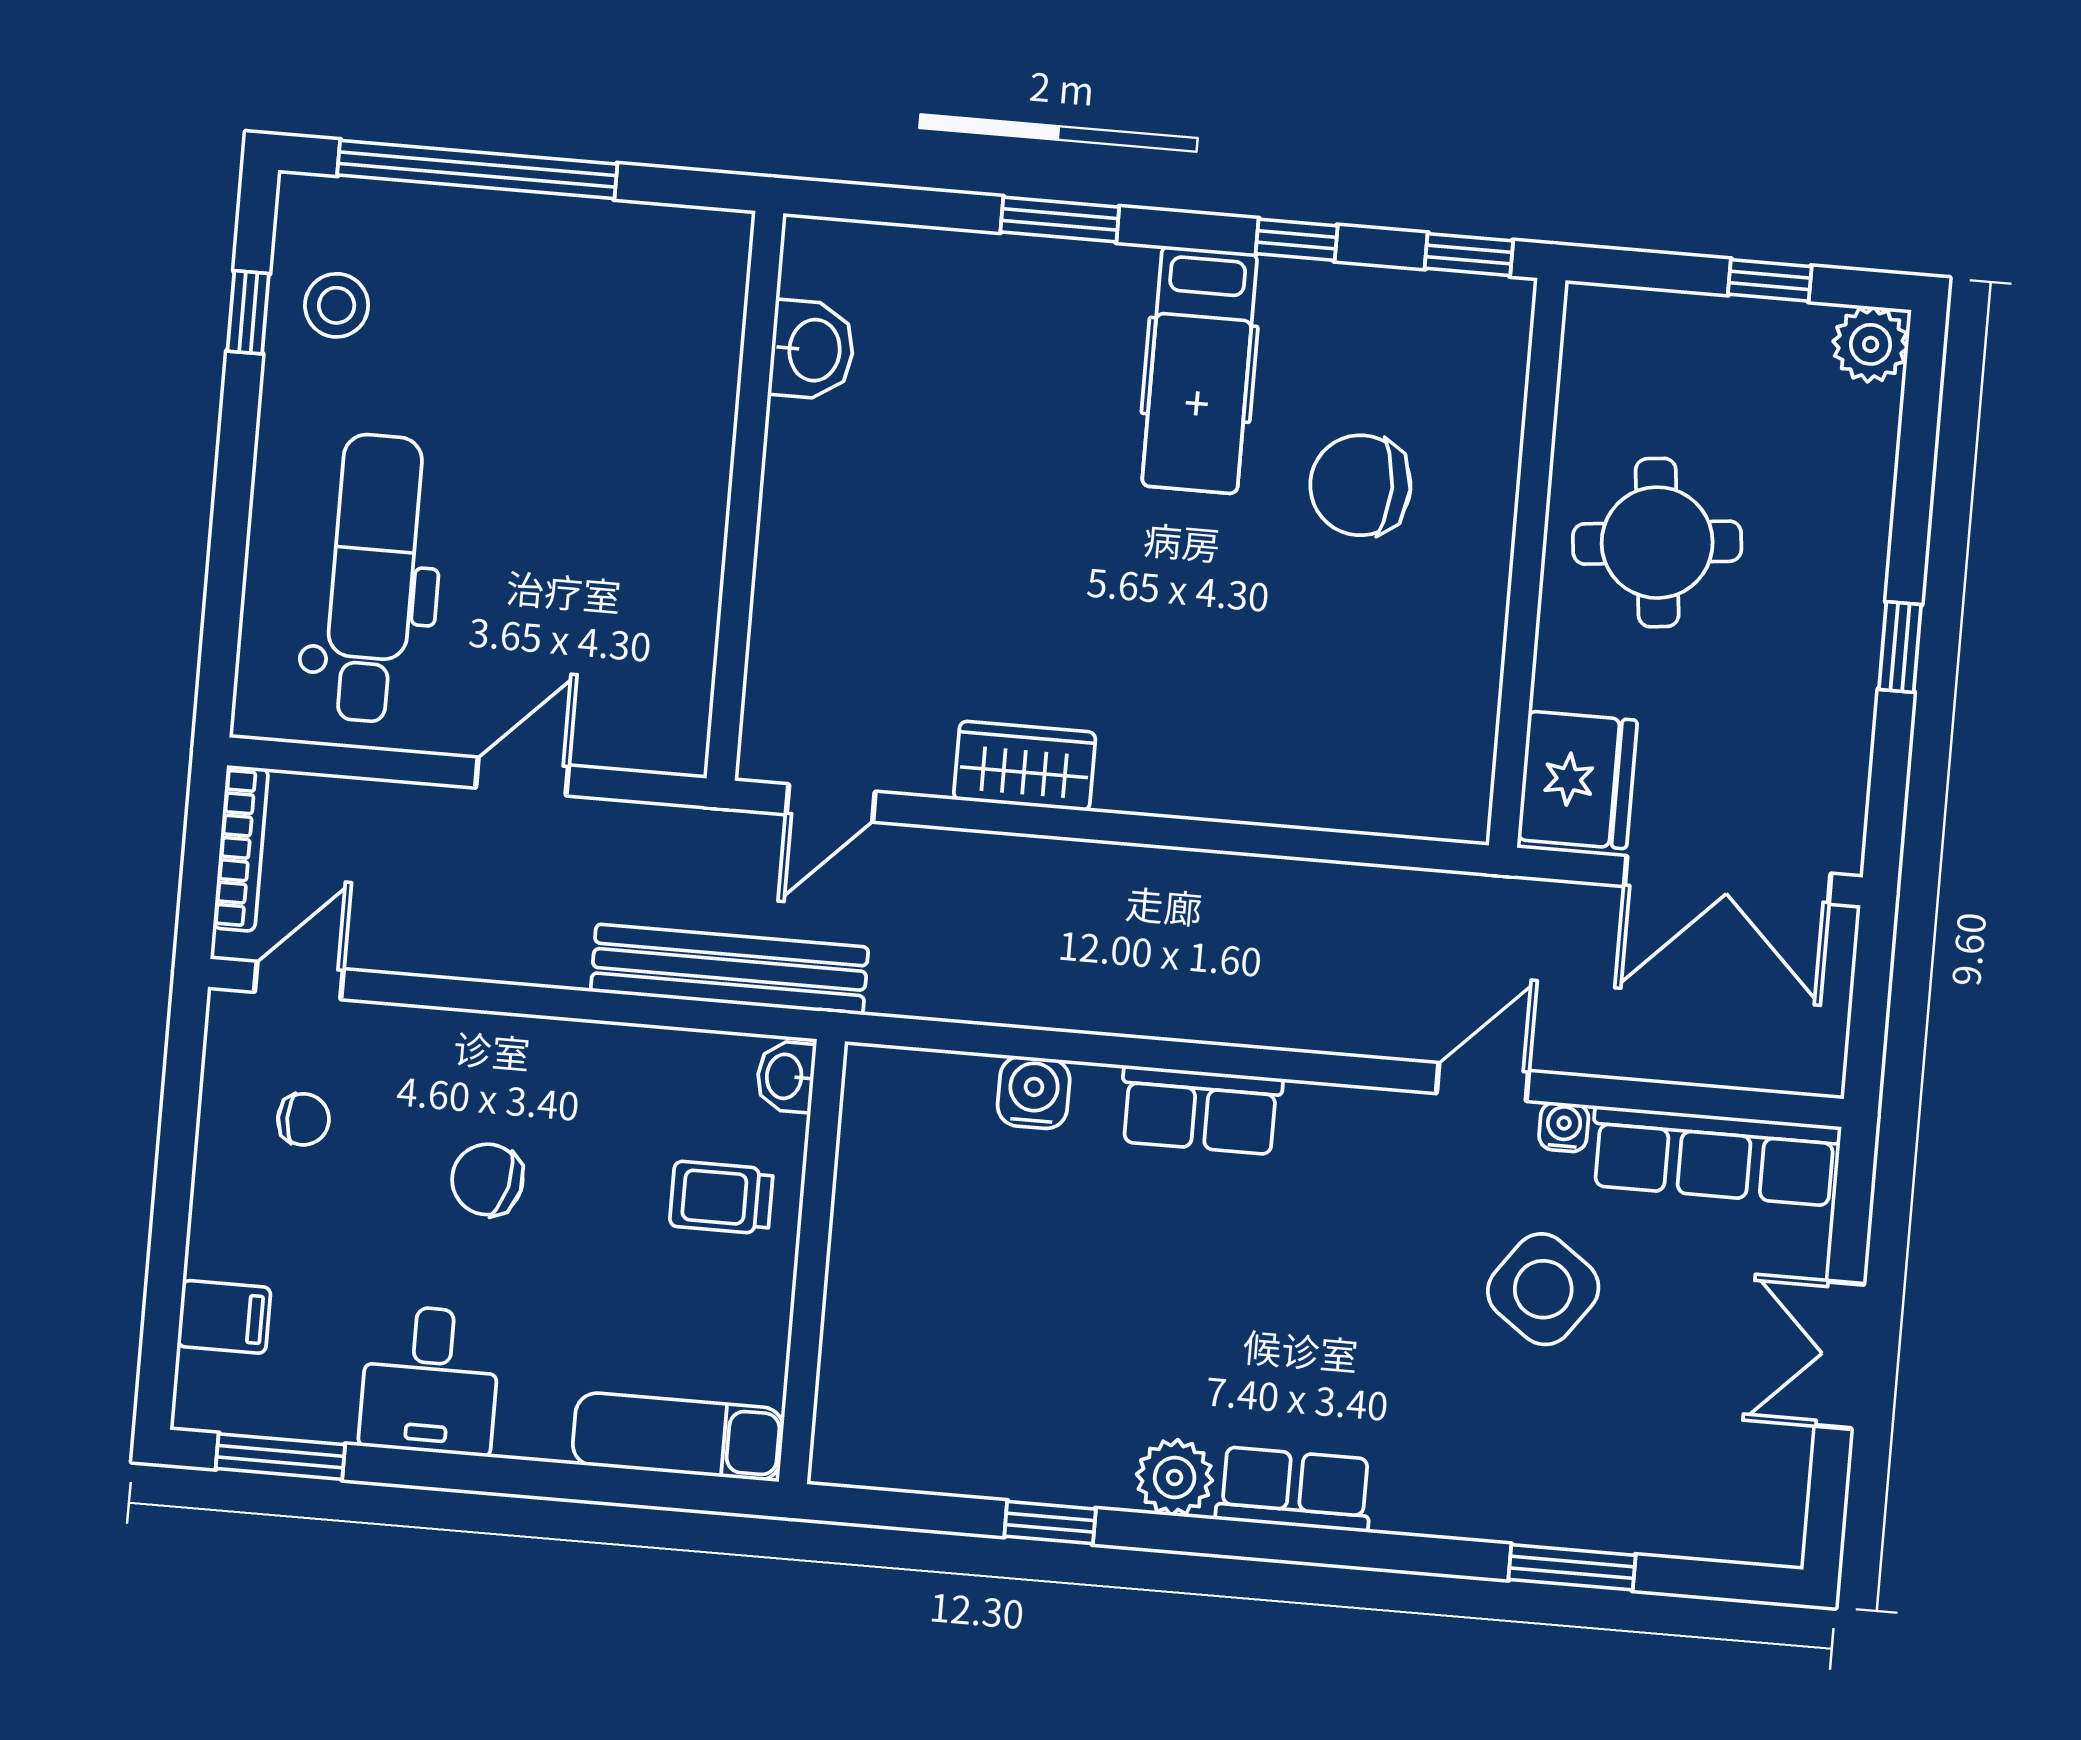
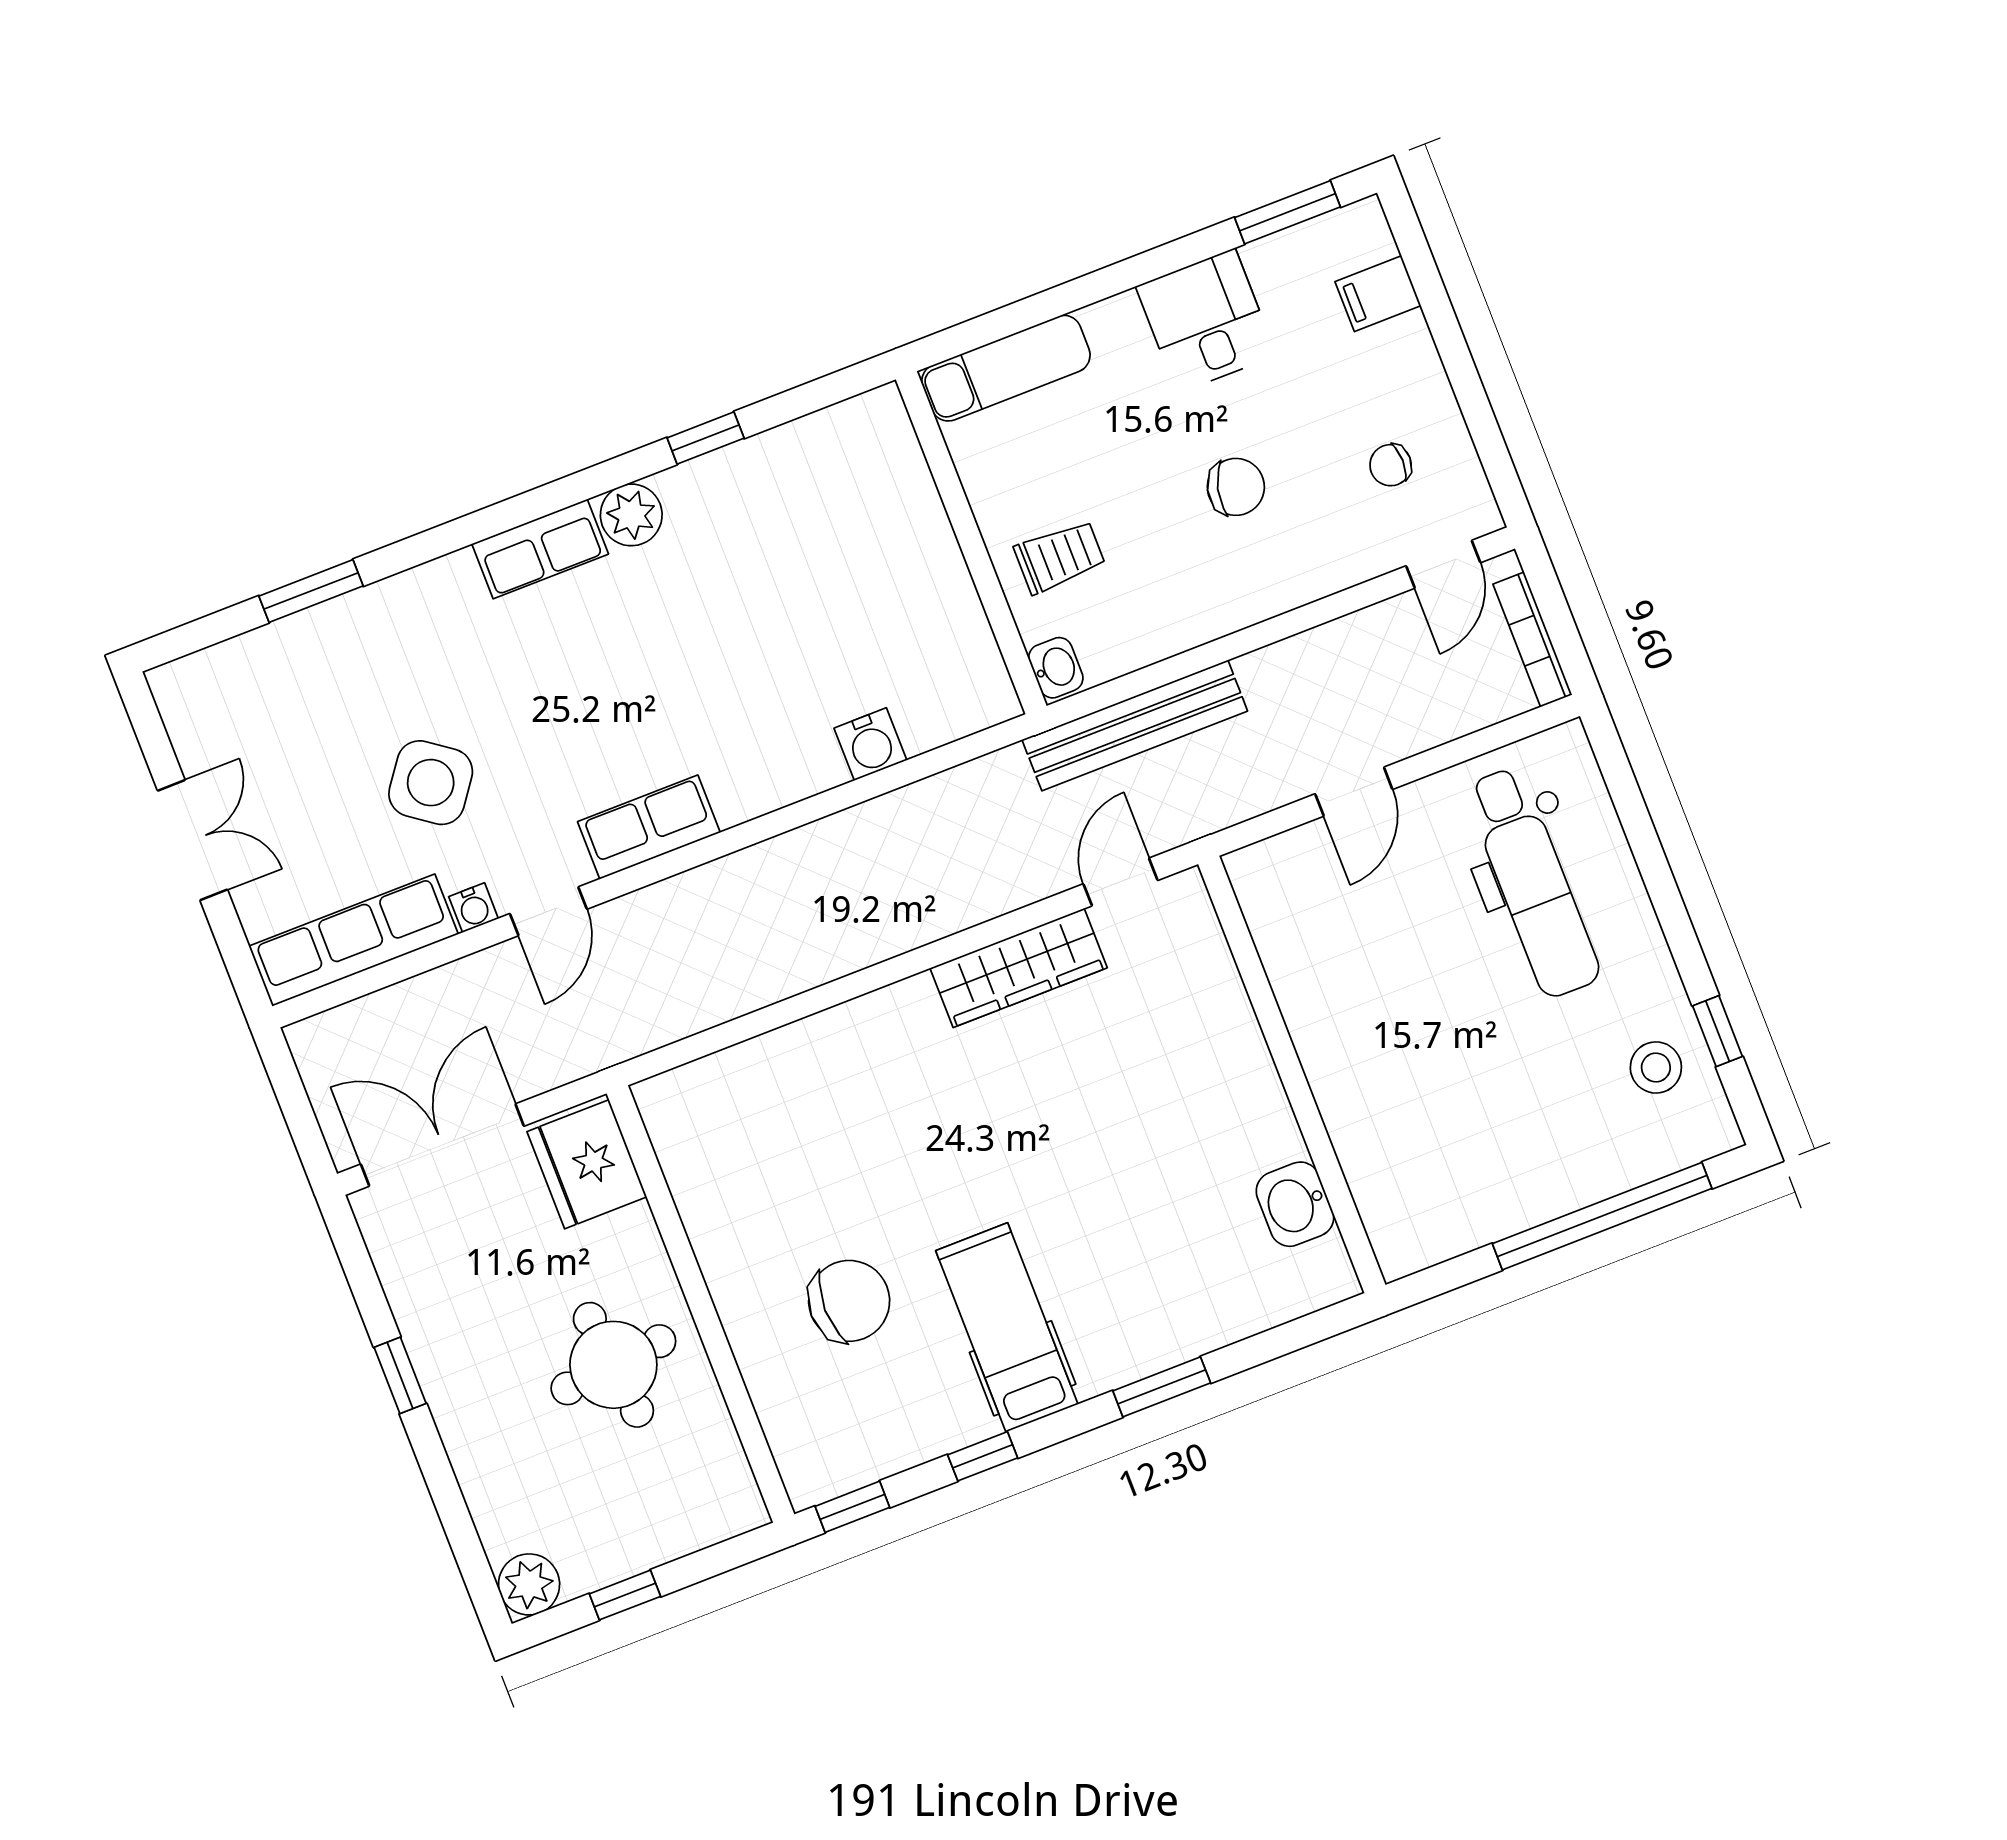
wardrobe: (1025, 766) -> (1019, 968), width x1.50
row of seats: (1200, 1110) -> (649, 827), moved

